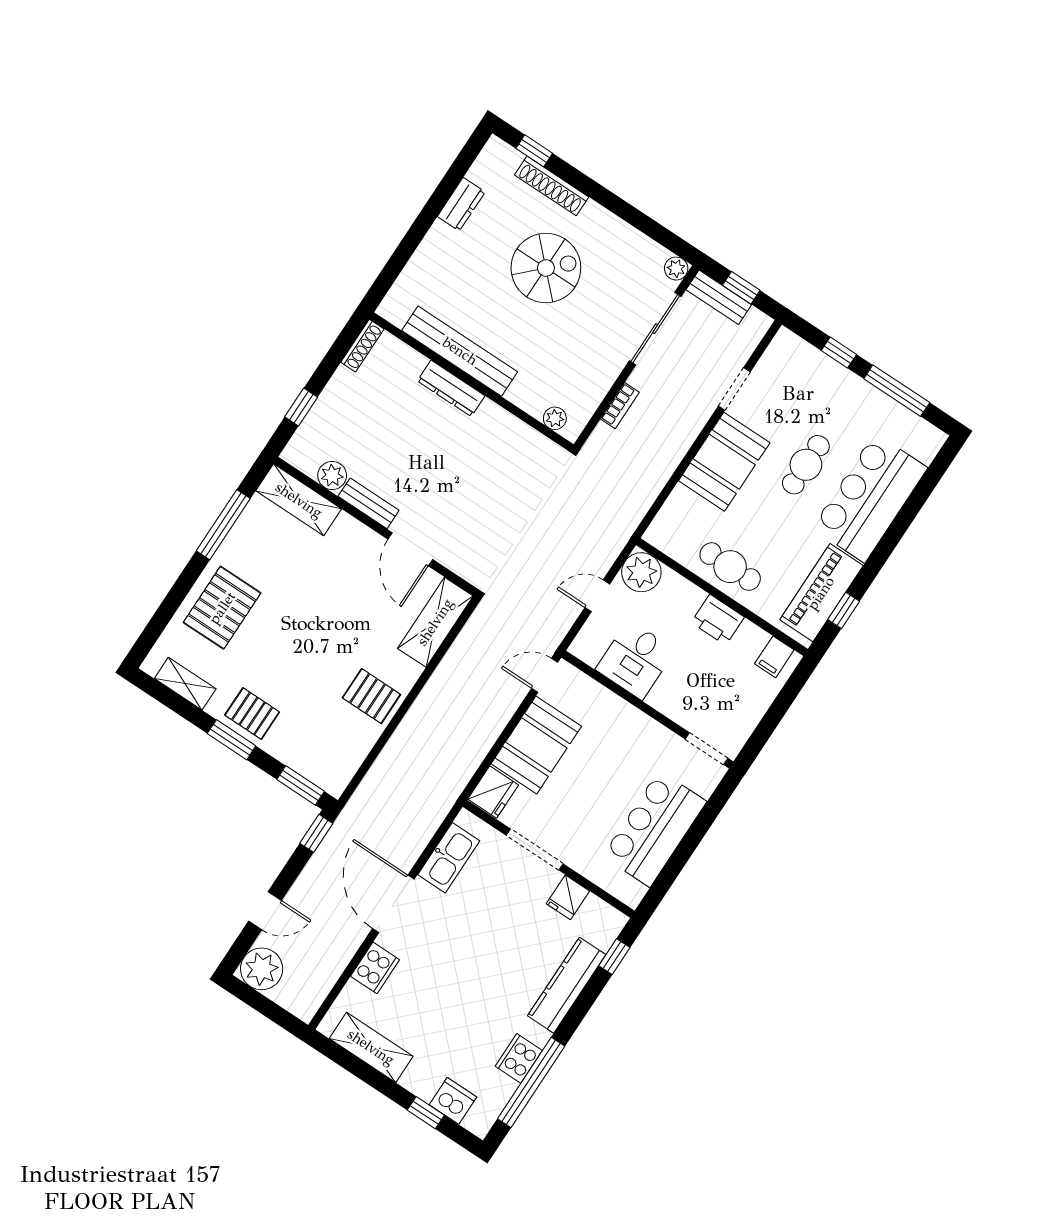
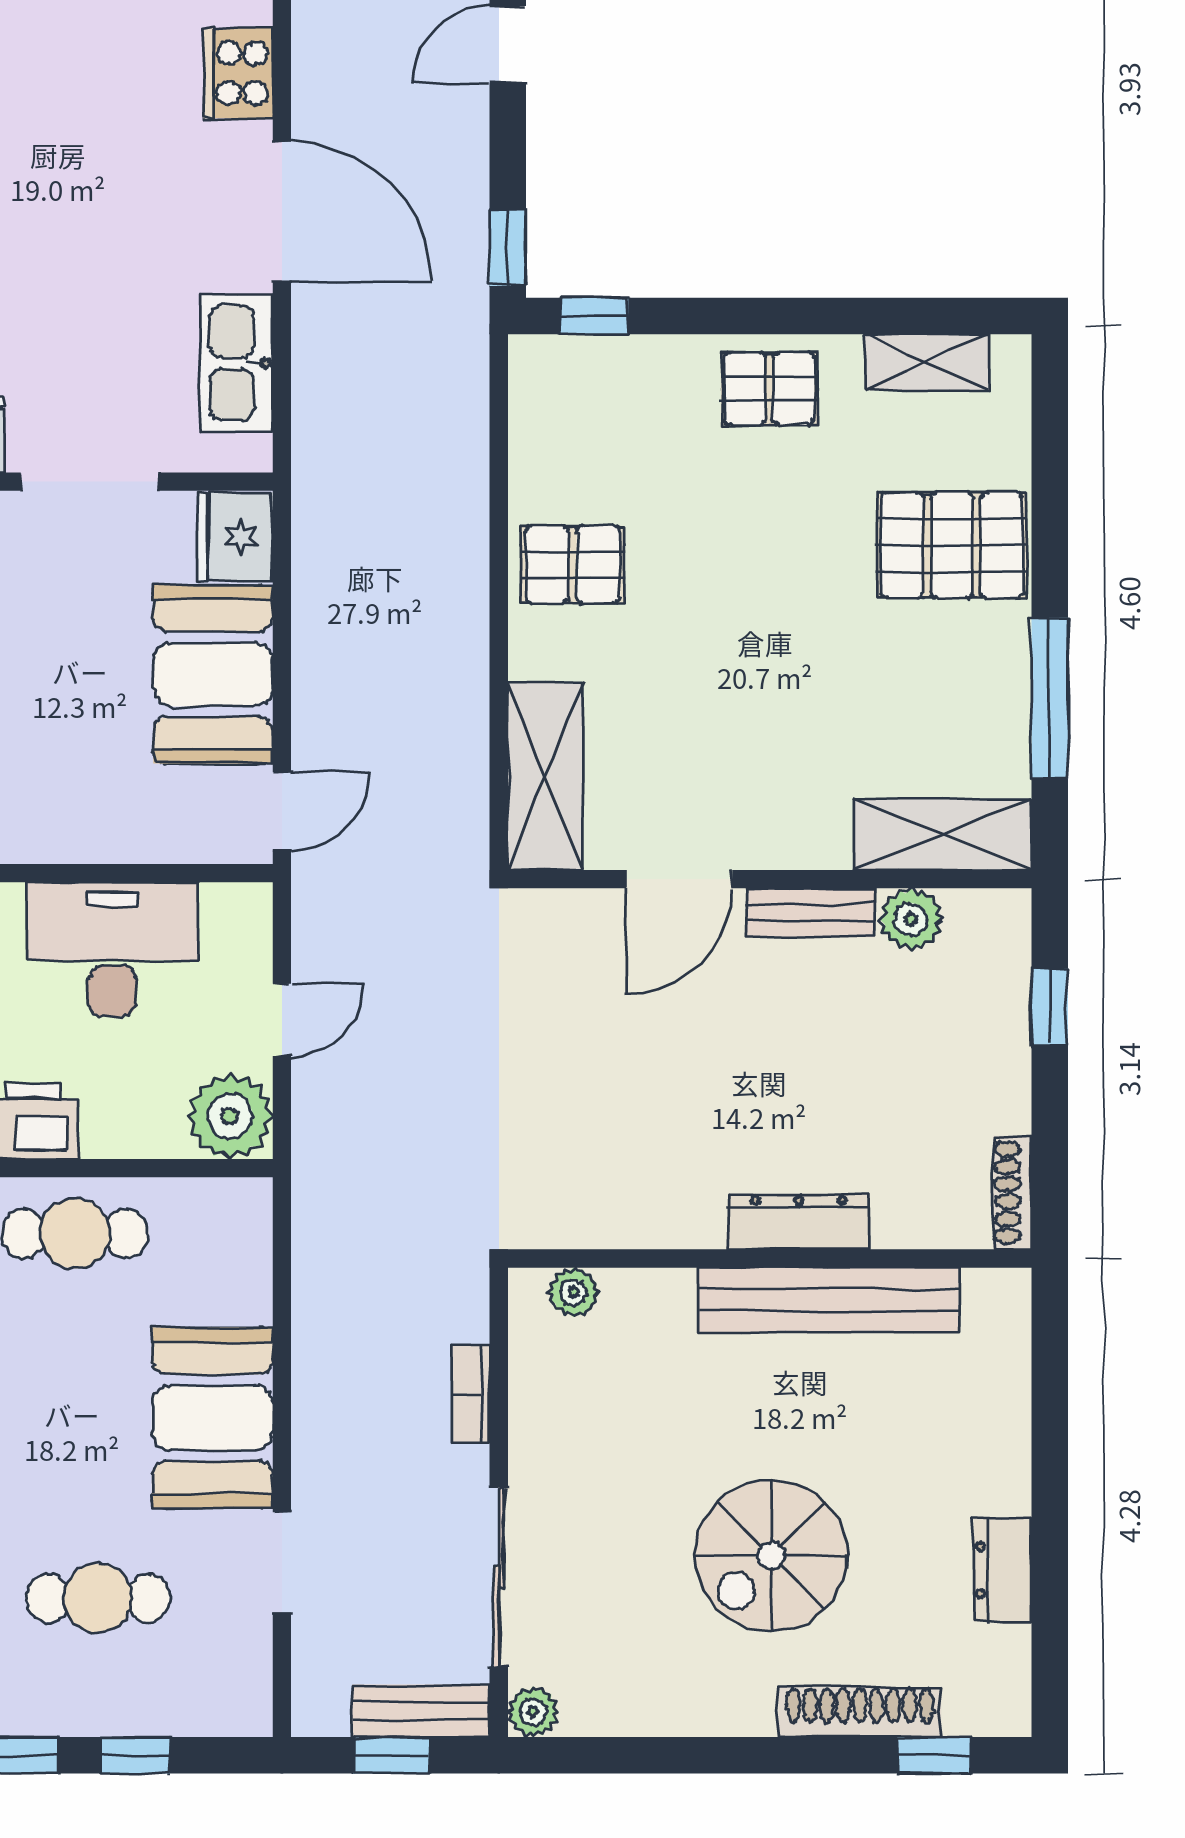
cafe table: (806, 465) -> (98, 1598), moved, turned 90
door: (410, 549) -> (679, 879), swing flipped
pallet: (222, 608) -> (952, 545), turned 90
desk: (635, 660) -> (112, 949), width x1.37
window: (232, 740) -> (775, 316), removed
window: (301, 785) -> (594, 316), width x0.67

